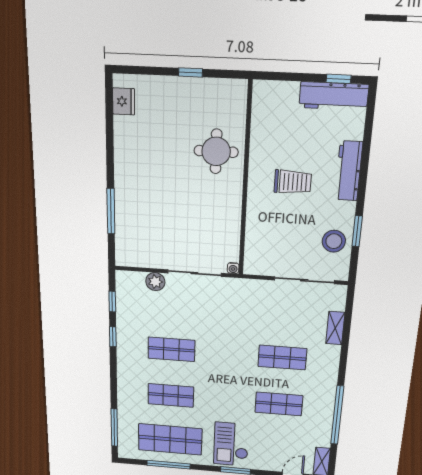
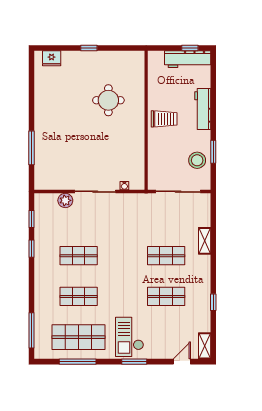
fridge: (124, 101) -> (52, 58), moved, turned 90
wall: (245, 181) -> (146, 120), moved
shelving: (335, 328) -> (205, 241), moved
window: (337, 415) -> (213, 302), width x0.32

